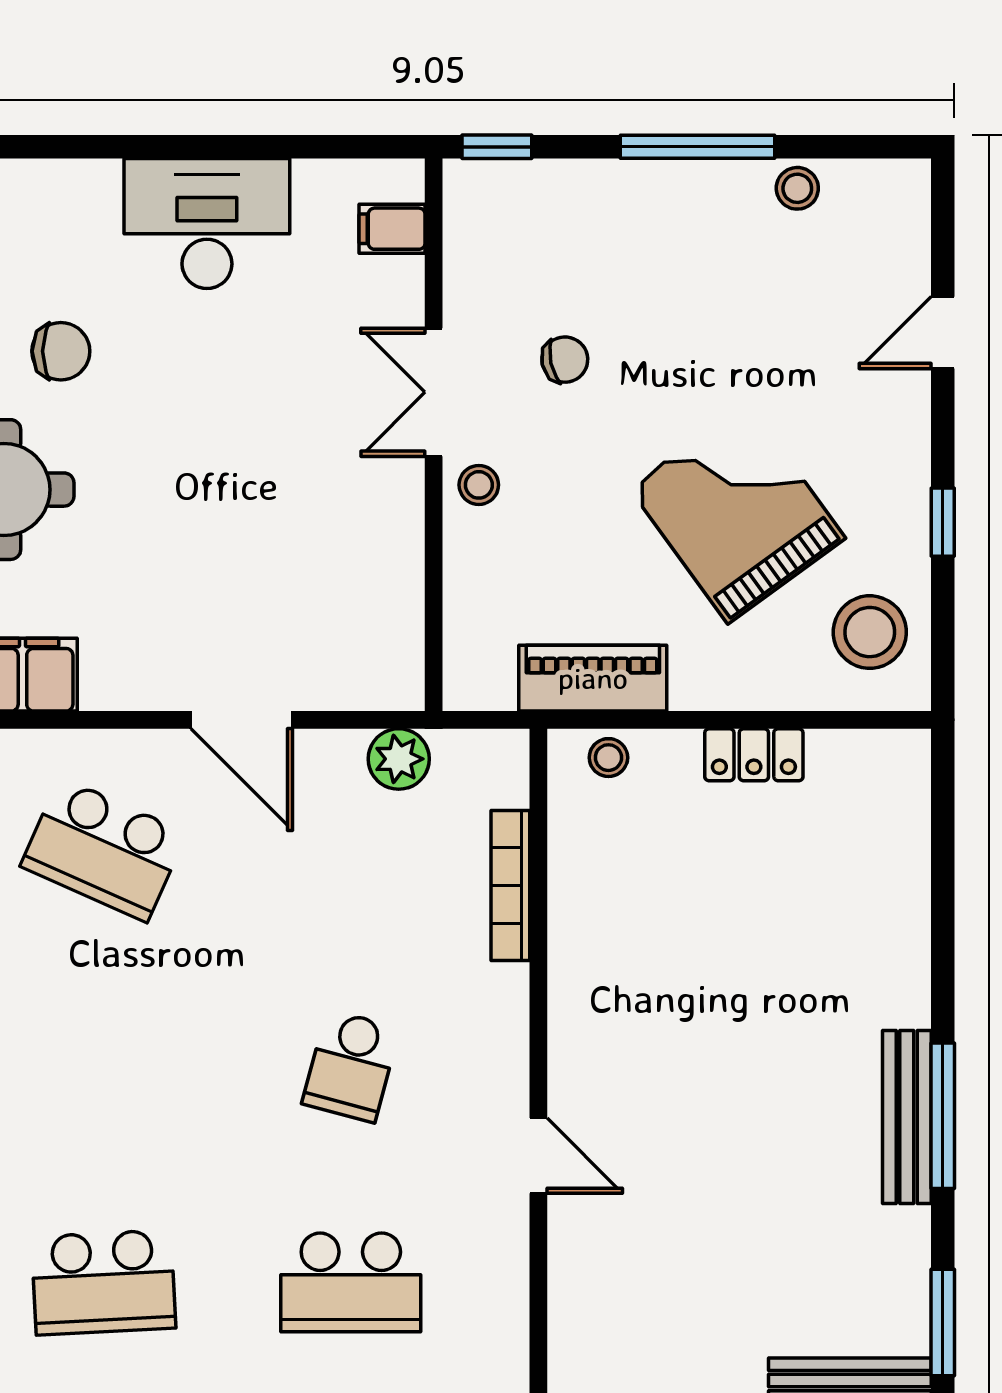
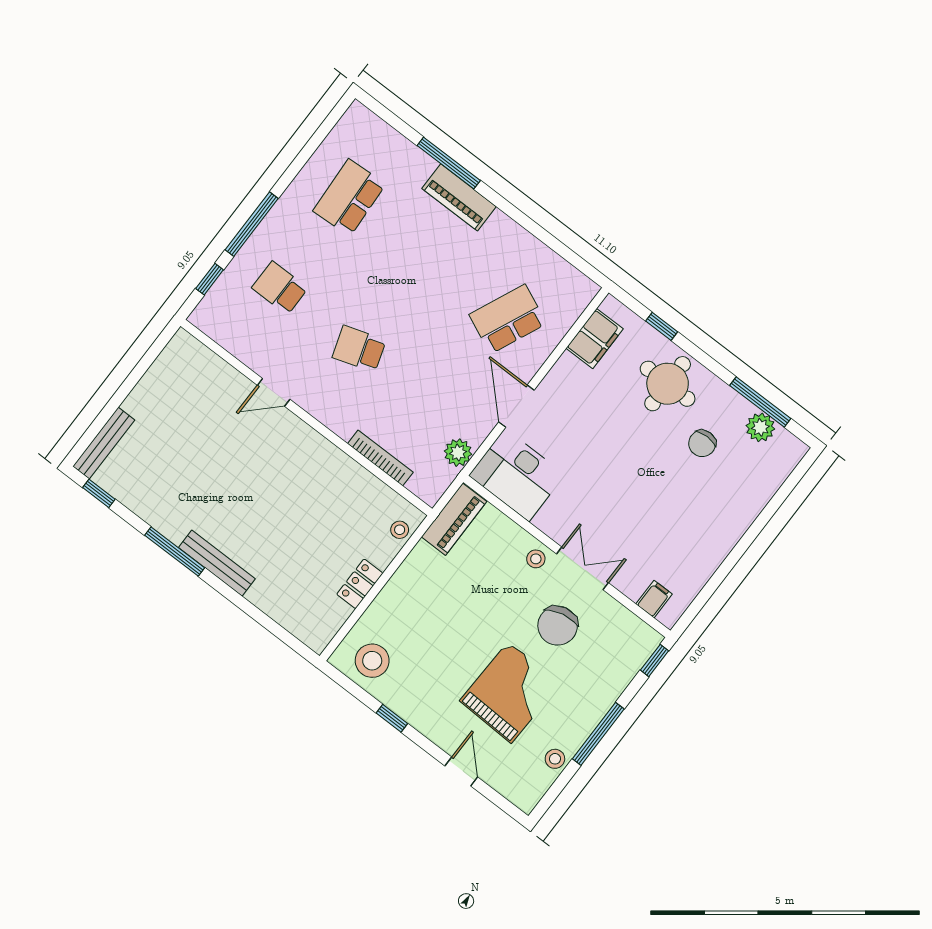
desk: (207, 224) -> (517, 475), moved, turned 90
chair: (565, 360) -> (558, 626), width x1.87, depth x1.87
grand piano: (737, 513) -> (510, 692), moved, turned -52
piano: (593, 678) -> (454, 519), moved
door: (242, 720) -> (516, 406), hinge flipped
school desk: (351, 1066) -> (359, 349), turned -33
bench: (907, 1117) -> (217, 563), moved
school desk: (351, 1282) -> (280, 288), width x0.54
window: (943, 1323) -> (99, 493), width x0.67

